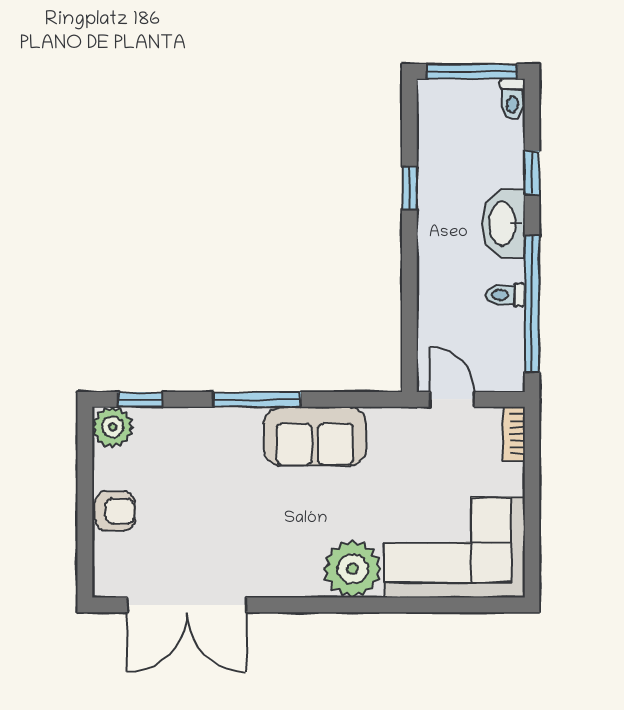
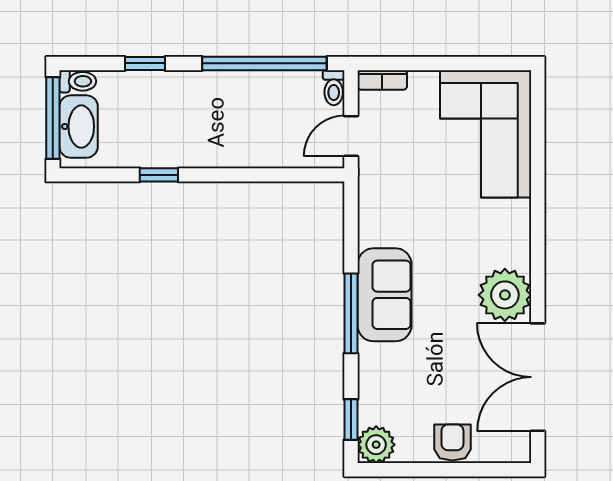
washbasin: (504, 224) -> (79, 127), moved, turned -90
toilet: (505, 295) -> (334, 88), moved
sofa: (315, 436) -> (385, 295), moved
plant: (353, 569) -> (505, 295), moved
double door: (187, 605) -> (538, 377), swing flipped

